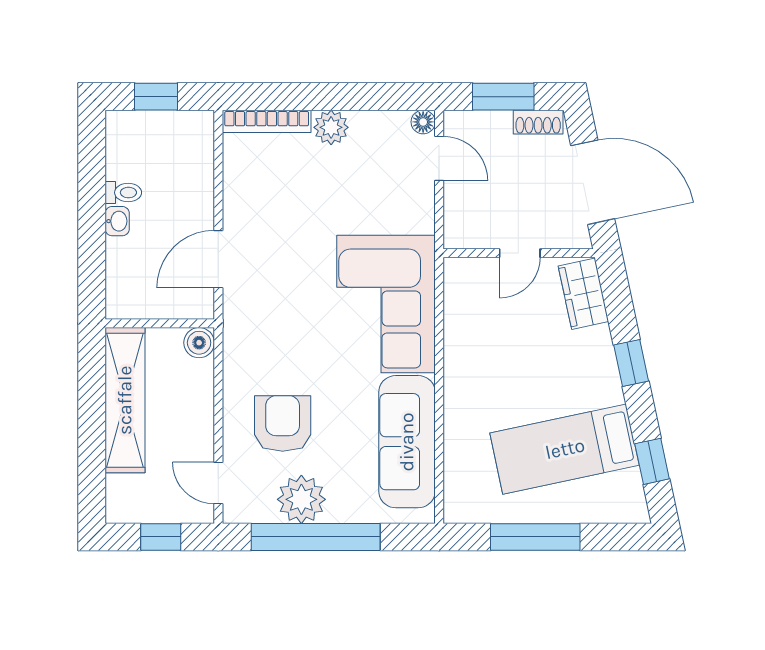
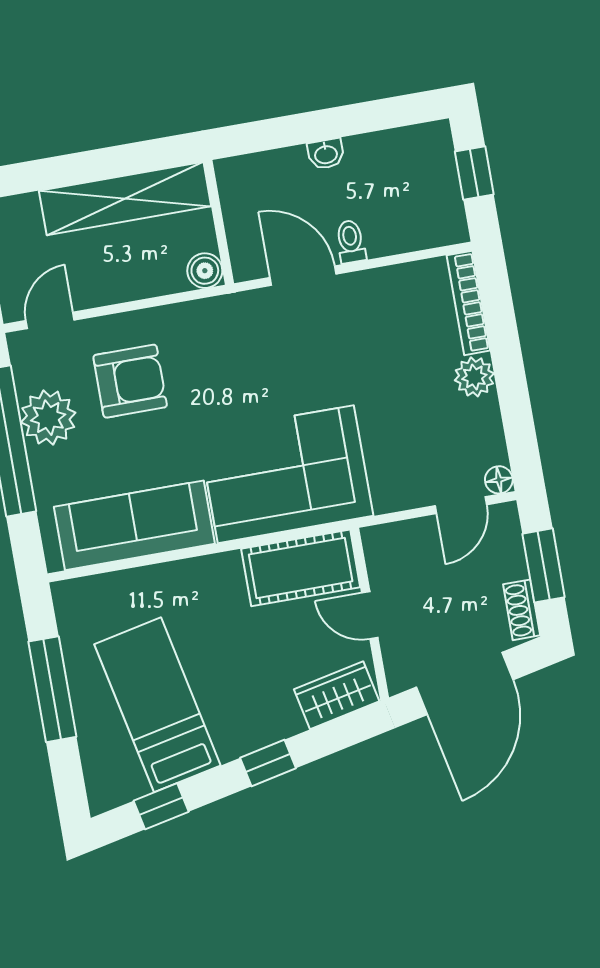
toilet: (123, 193) -> (351, 242), moved, turned 180
cot: (469, 305) -> (301, 568), added

